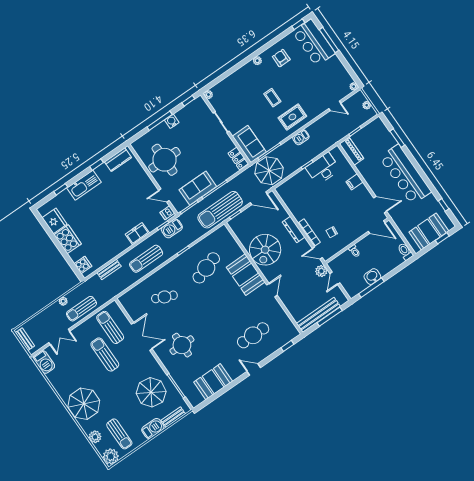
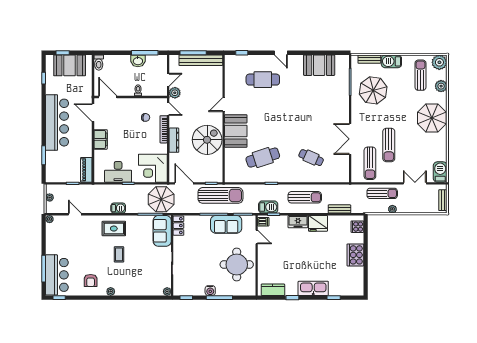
filing cabinet: (354, 182) -> (101, 139), width x2.00
corner desk: (295, 193) -> (153, 168), added
fridge: (55, 221) -> (318, 223), moved, turned -90
round table: (182, 345) -> (324, 111), removed

